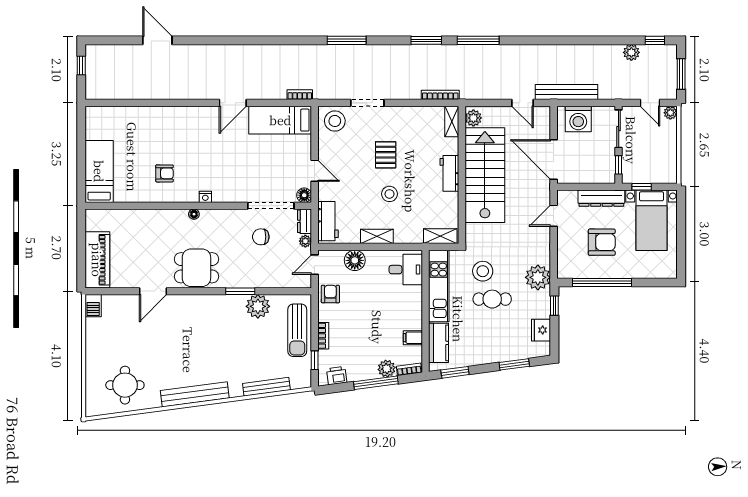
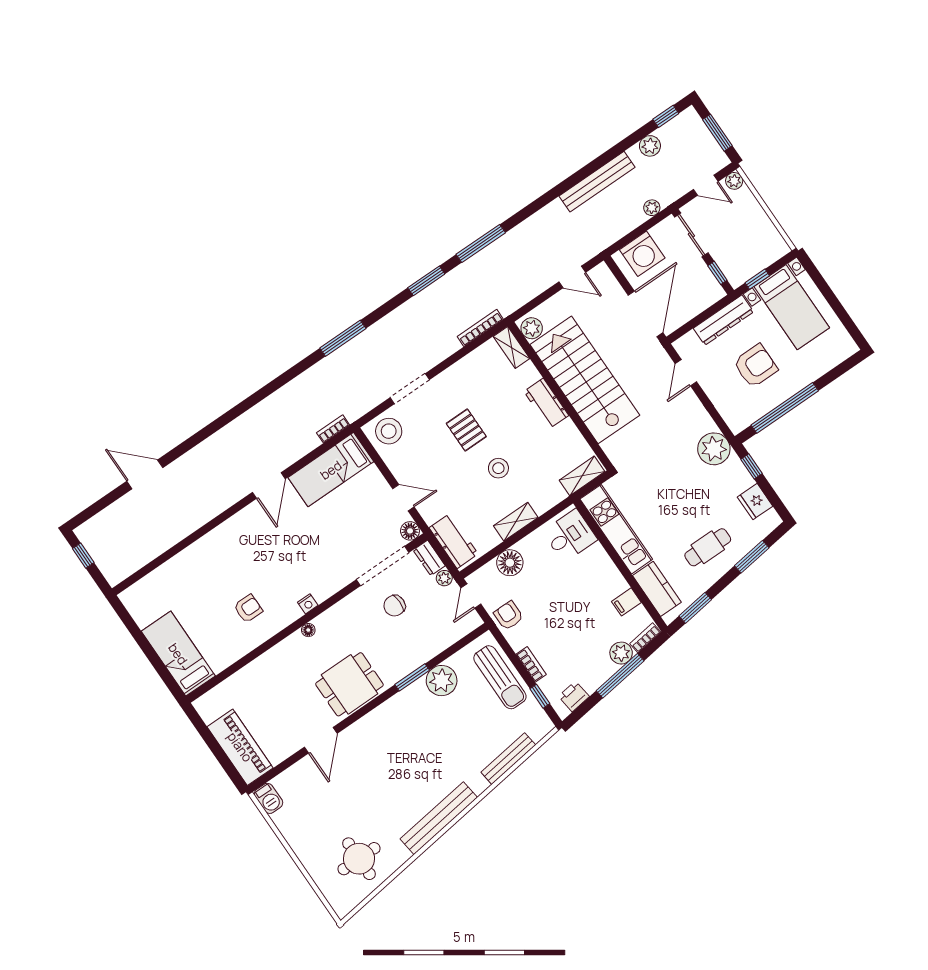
bench: (566, 92) -> (597, 182), moved
plant: (605, 93) -> (652, 208), added
door: (554, 159) -> (646, 314), swing flipped
stool: (483, 271) -> (652, 482), removed
cafe table: (492, 299) -> (708, 547), moved

